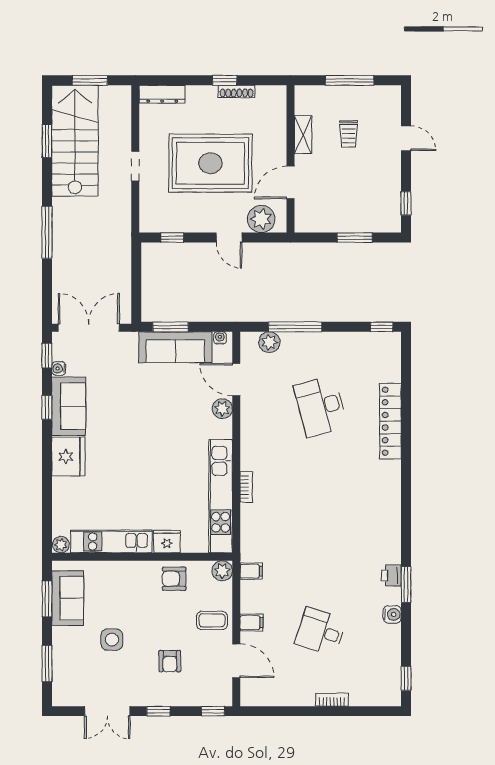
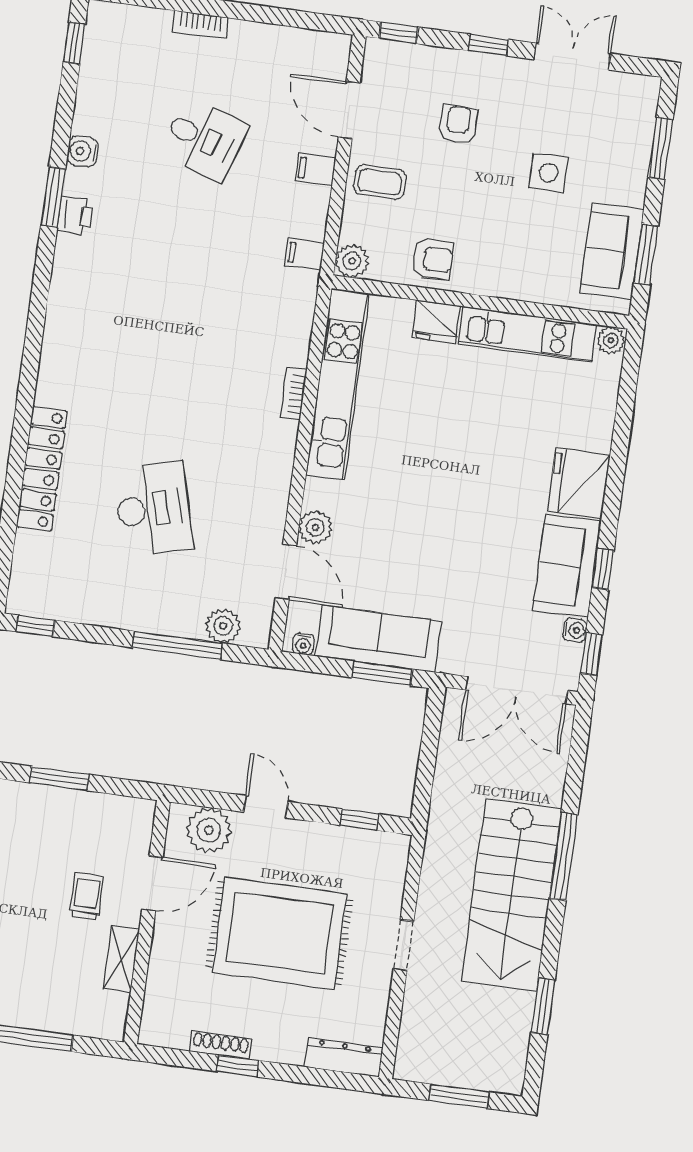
trolley: (349, 134) -> (87, 896), moved
stairs: (75, 141) -> (511, 895), moved

